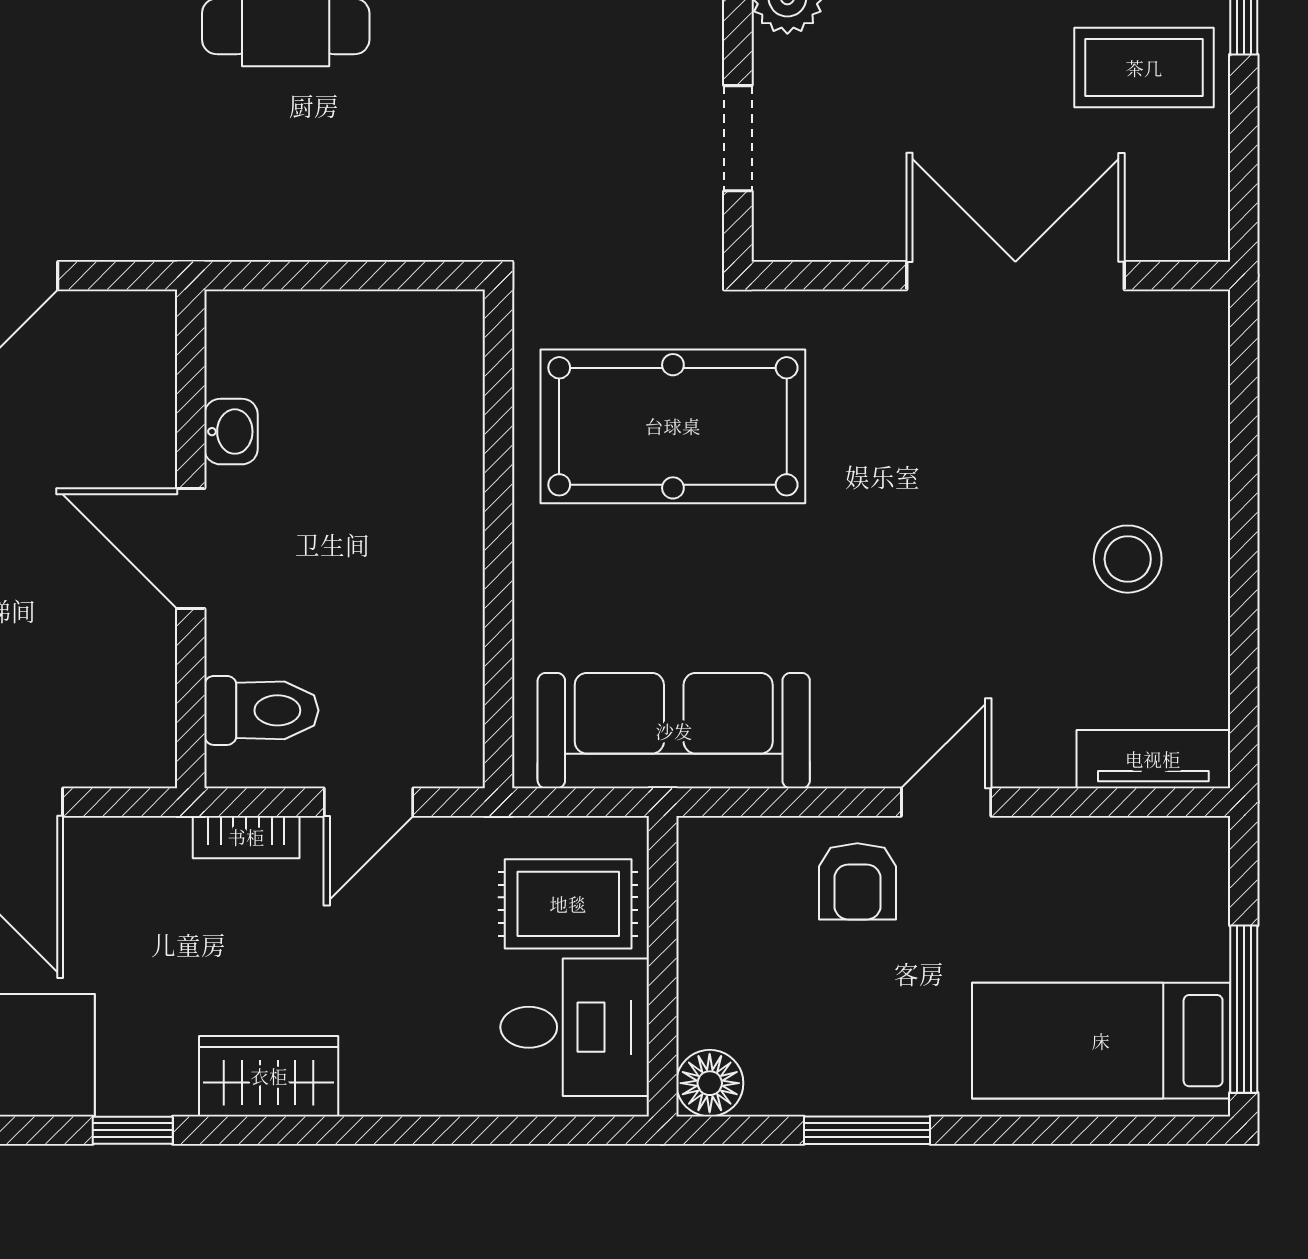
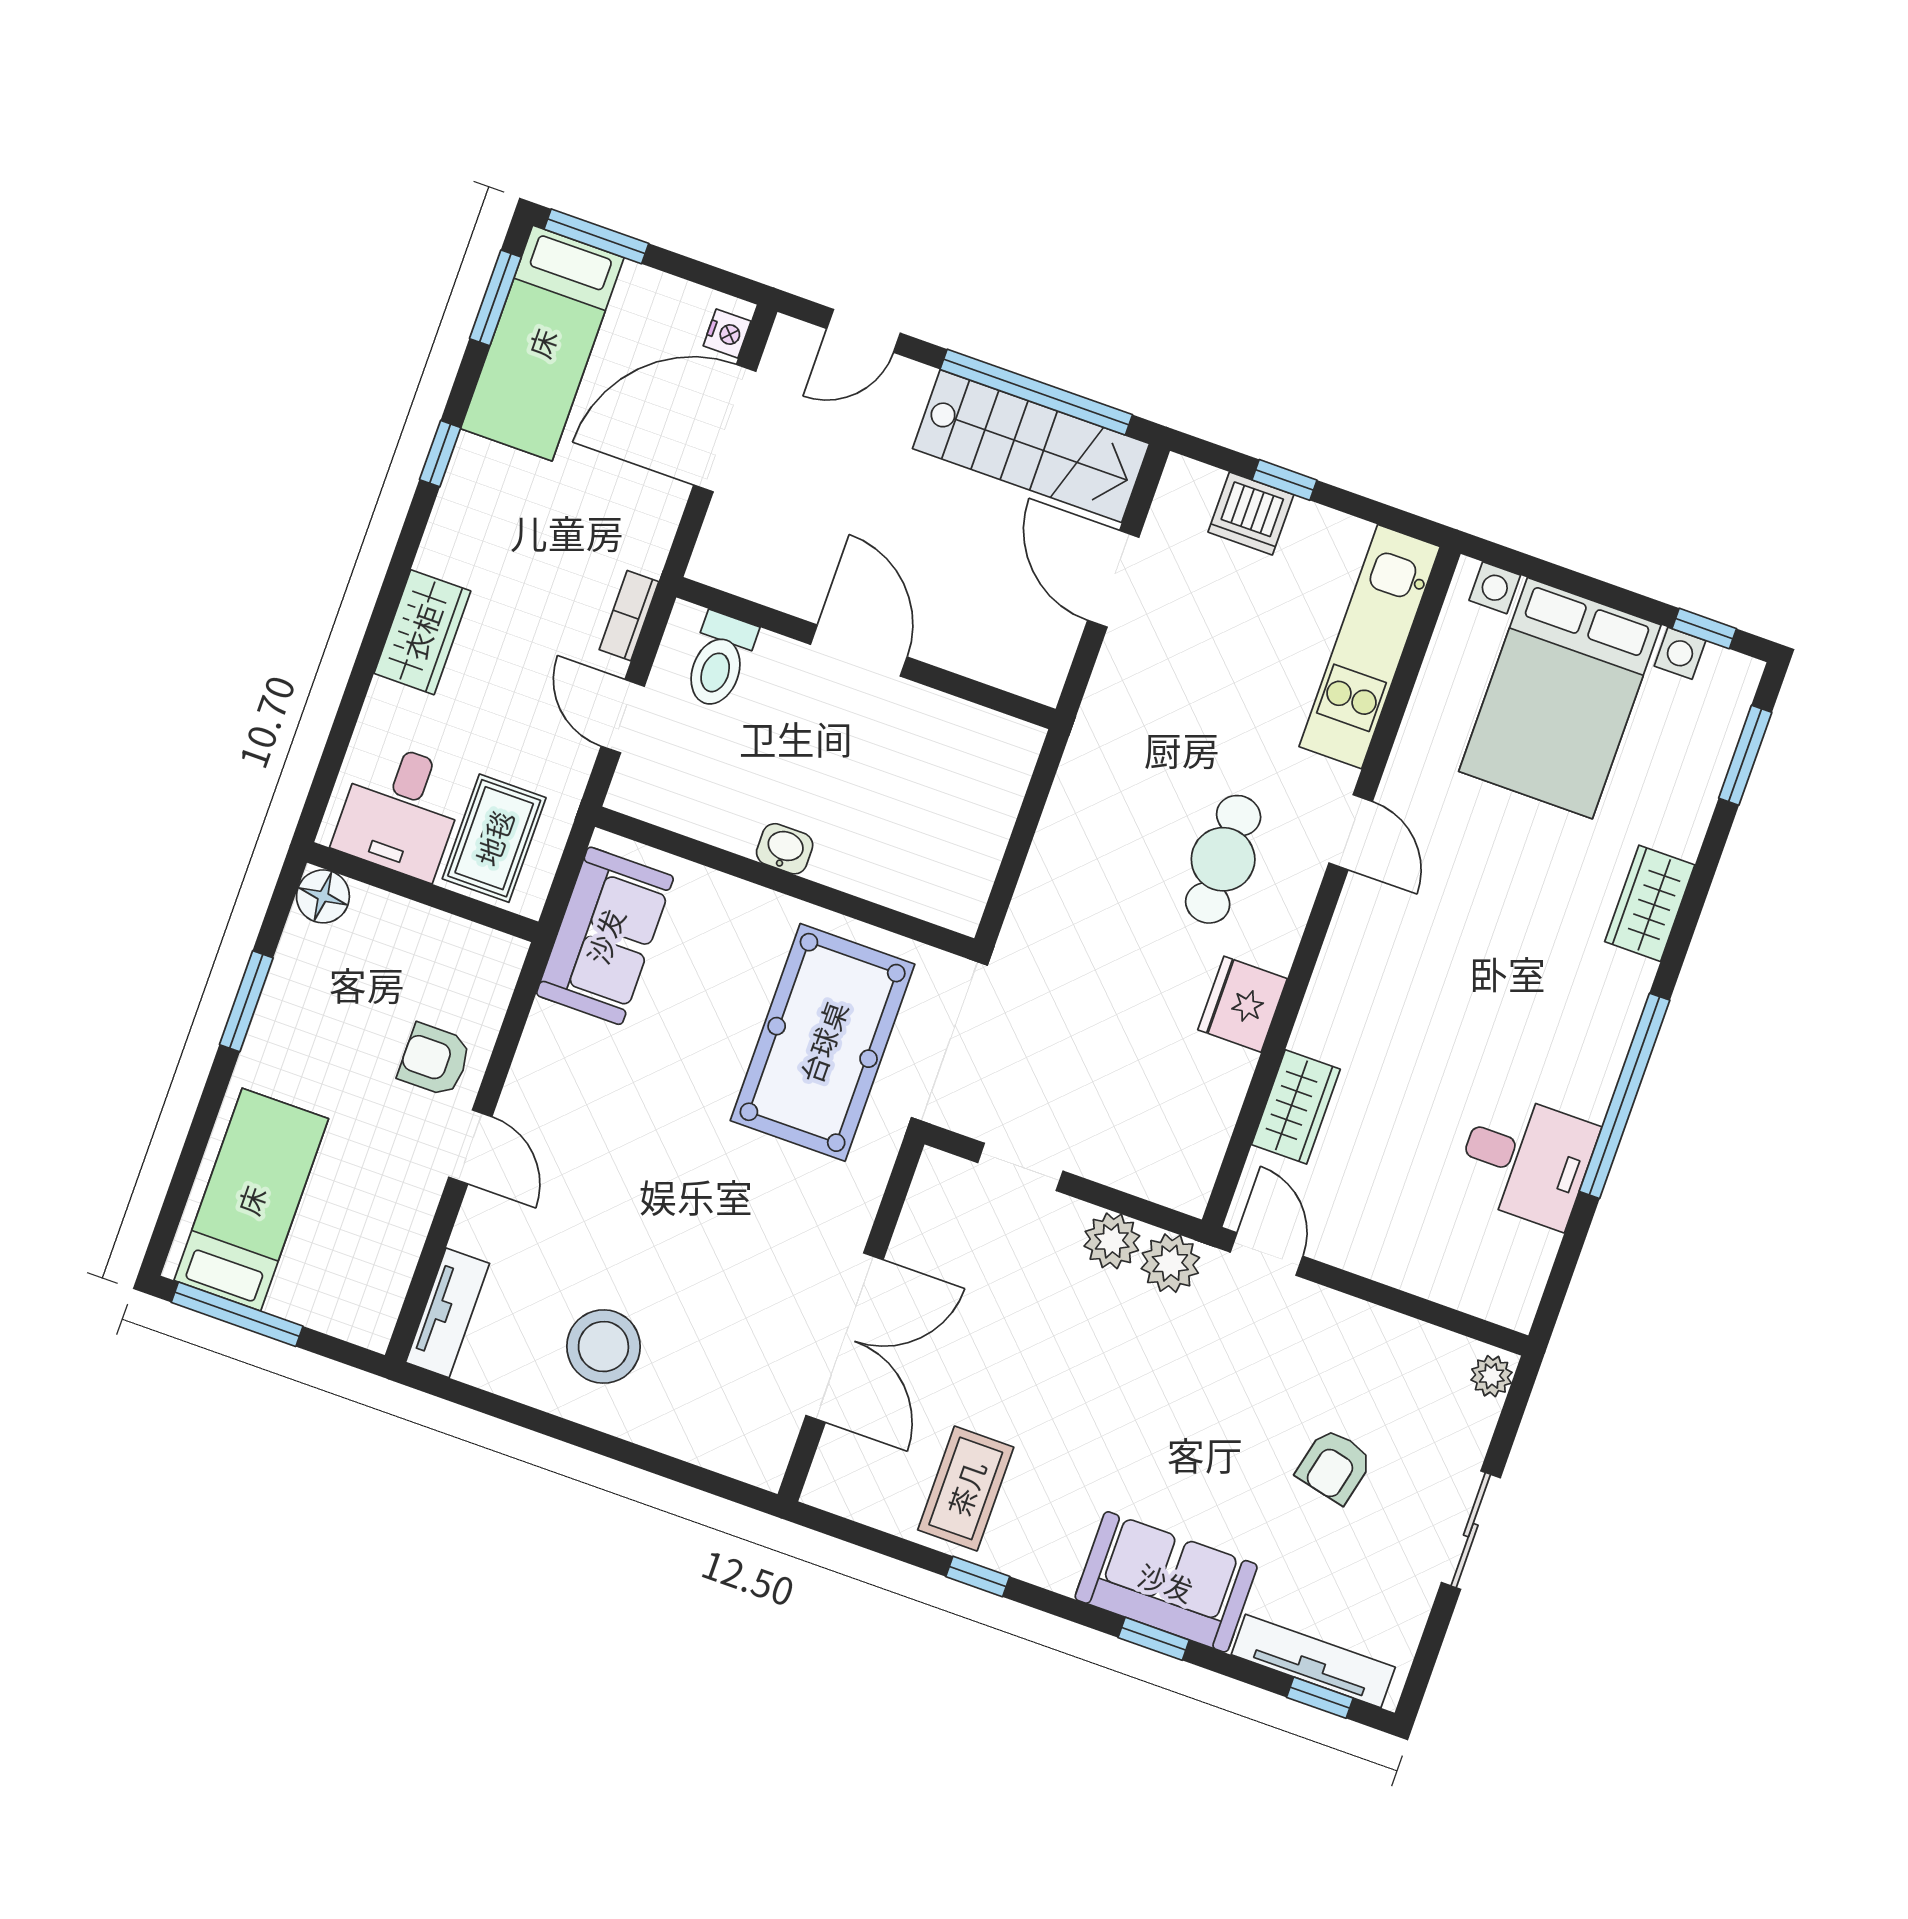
washbasin: (231, 432) -> (785, 849), moved, turned 180
door: (191, 549) -> (859, 651), hinge flipped
stool: (1128, 559) -> (603, 1347), width x1.38, depth x1.38
sofa: (674, 731) -> (605, 936), width x0.73
wardrobe: (269, 1076) -> (422, 632), moved

